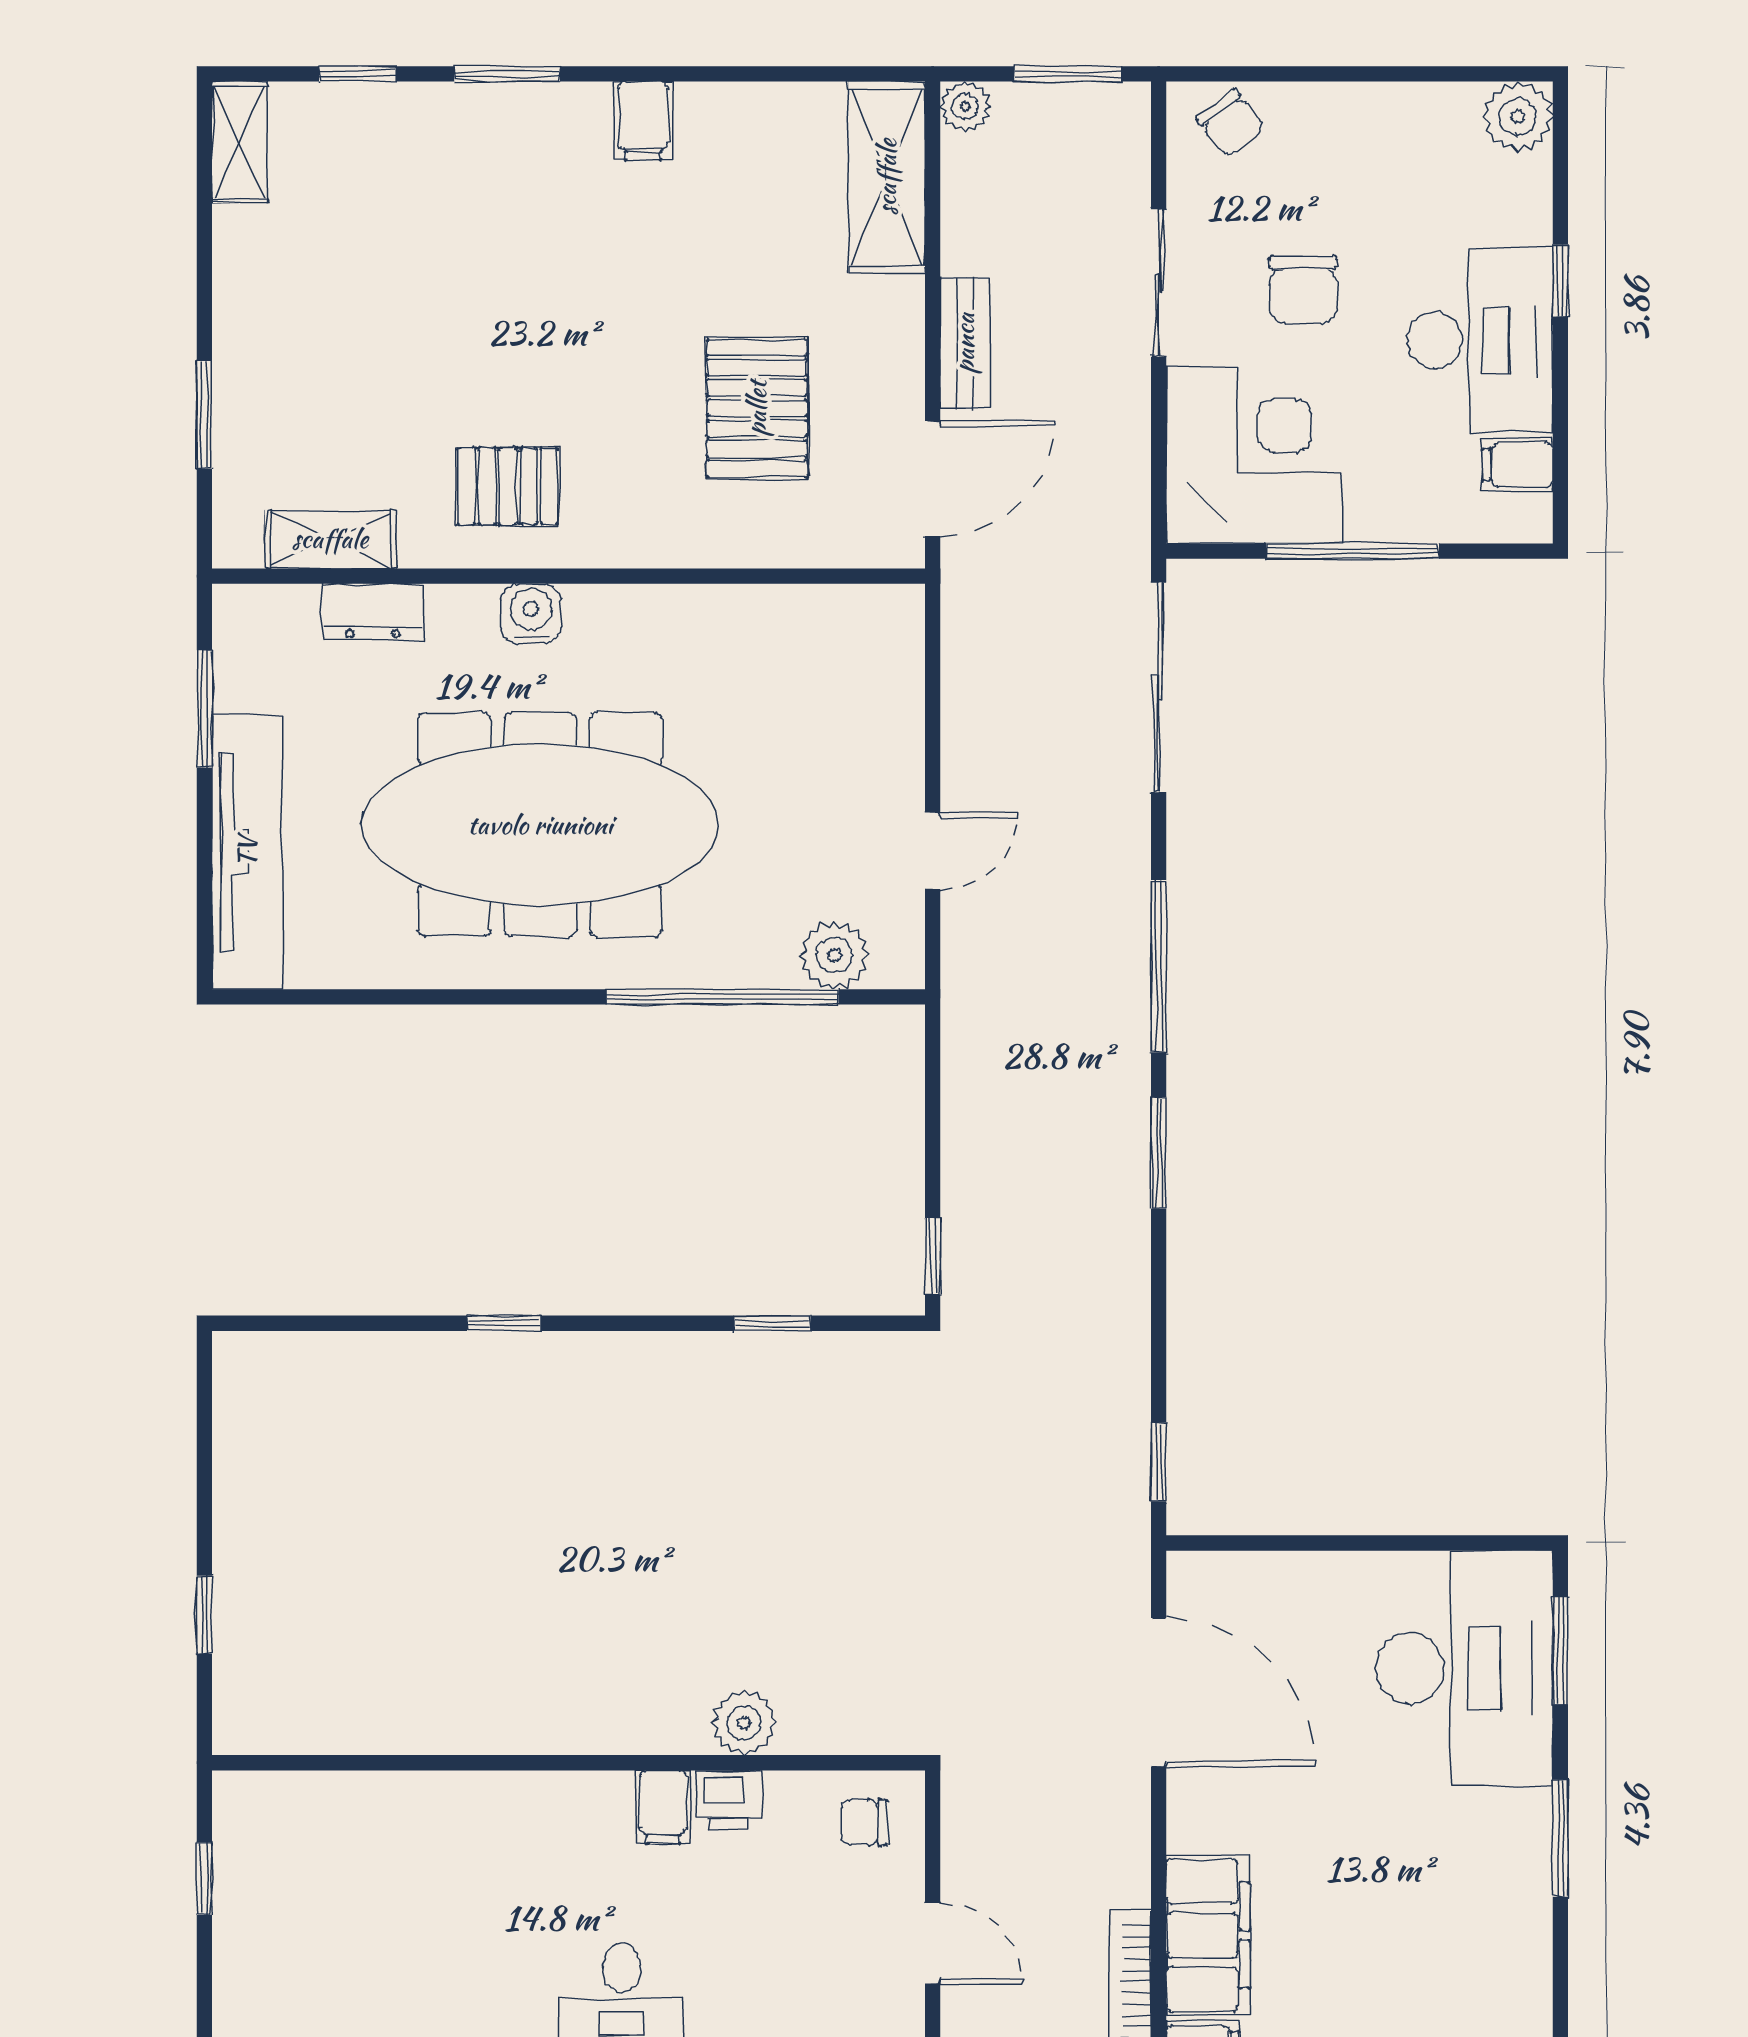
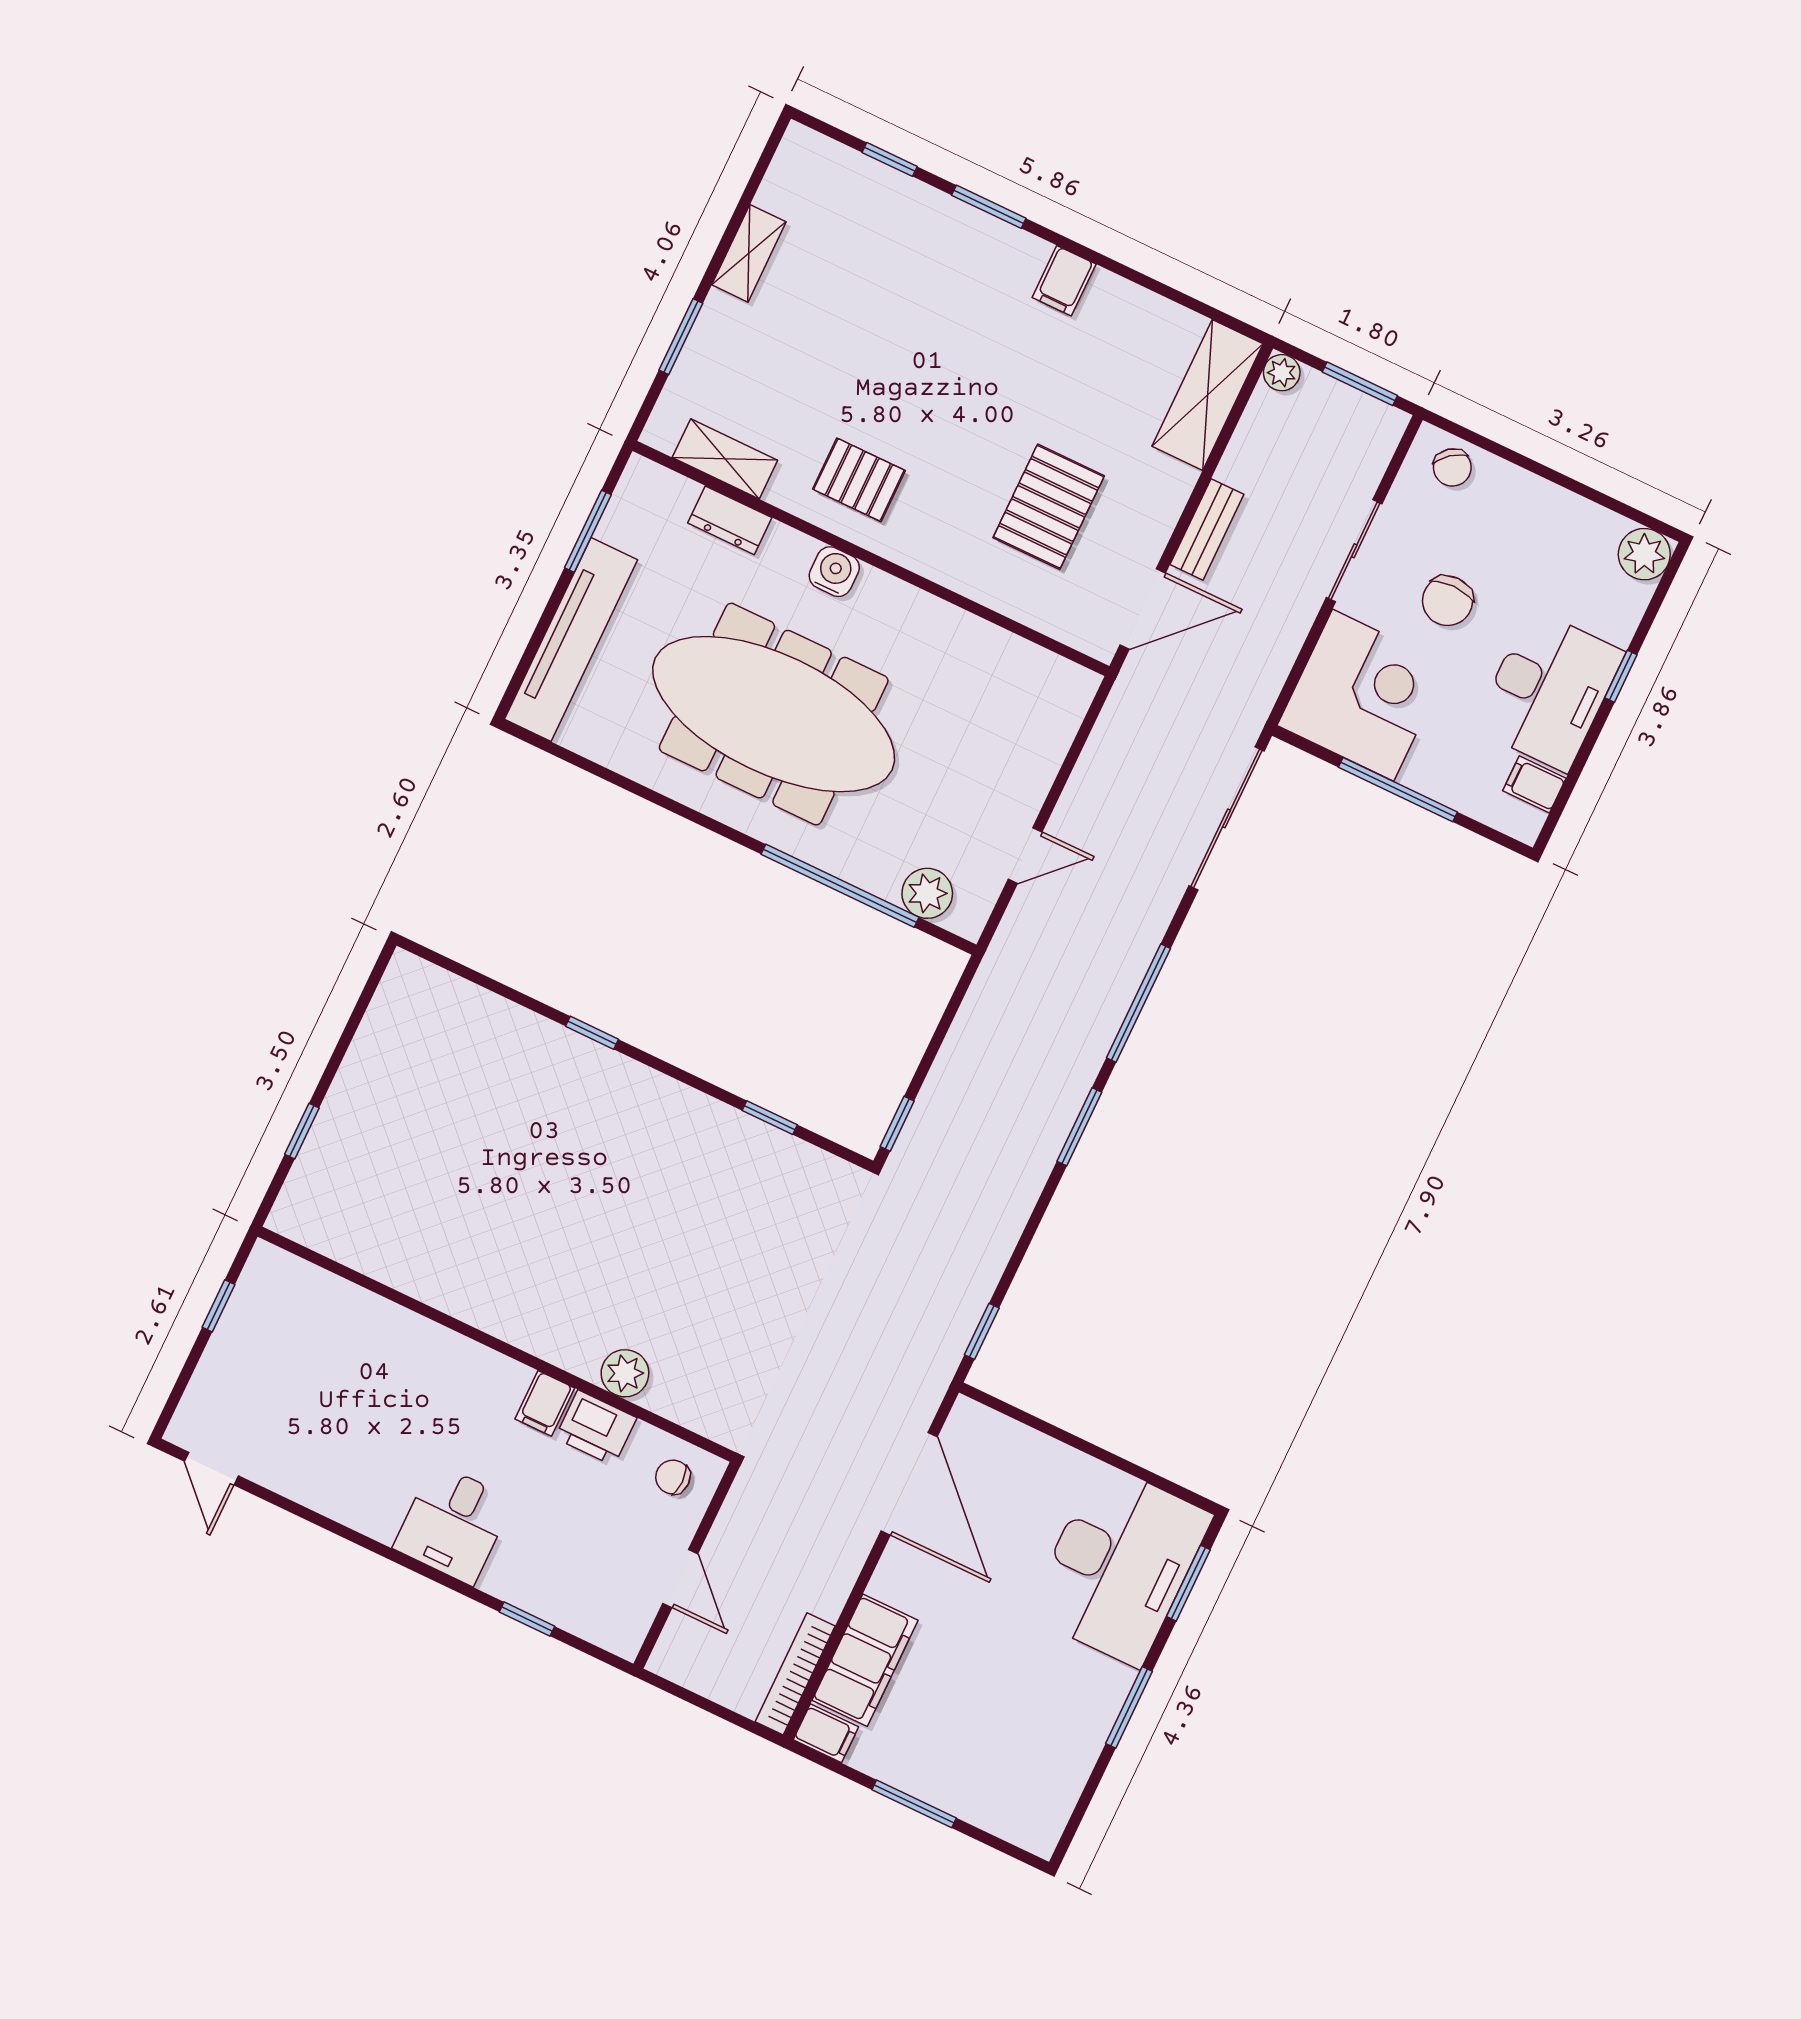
shelving: (239, 142) -> (749, 253), moved
printer: (729, 1800) -> (596, 1428), width x1.36, depth x1.24

